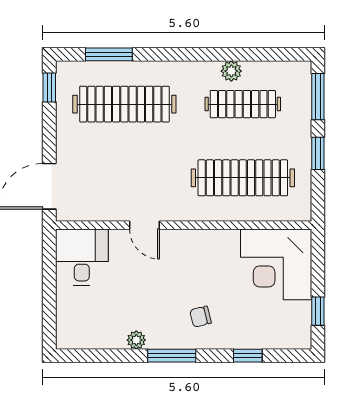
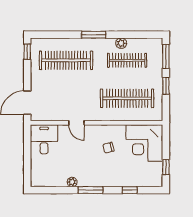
window: (109, 54) -> (94, 35), moved
chair: (201, 317) -> (108, 148), moved

